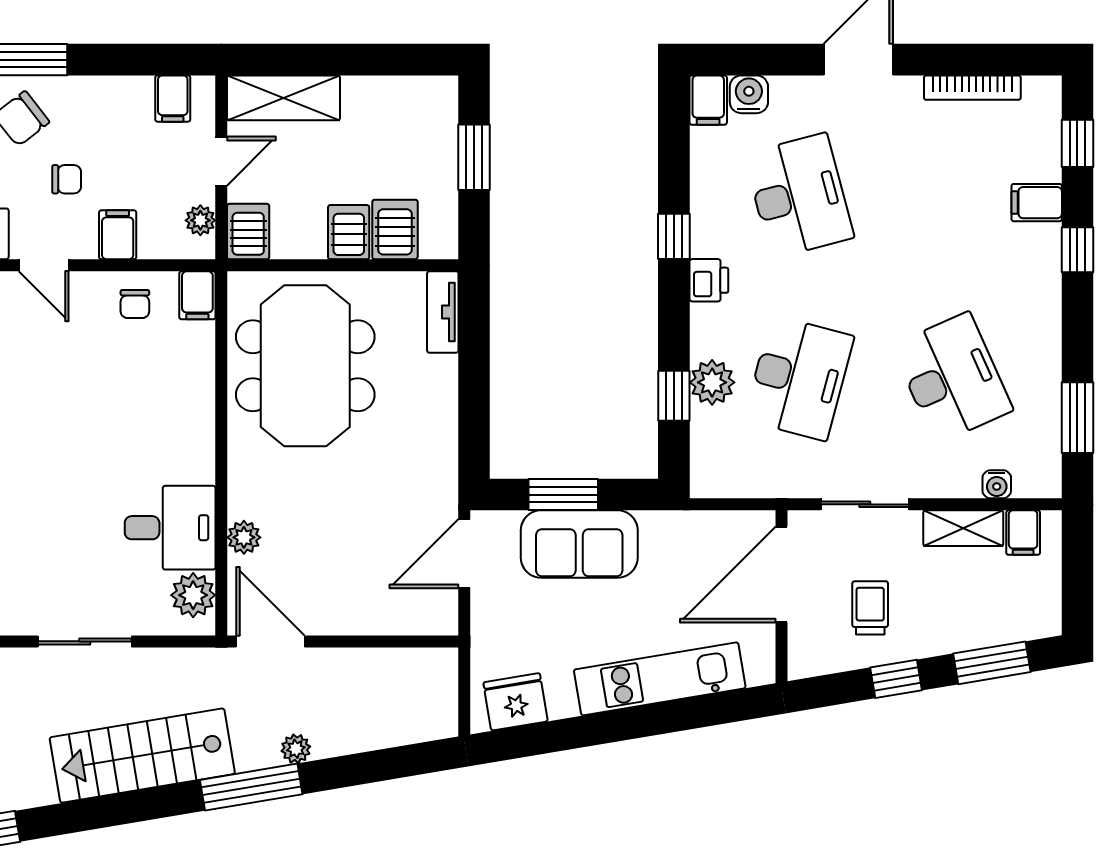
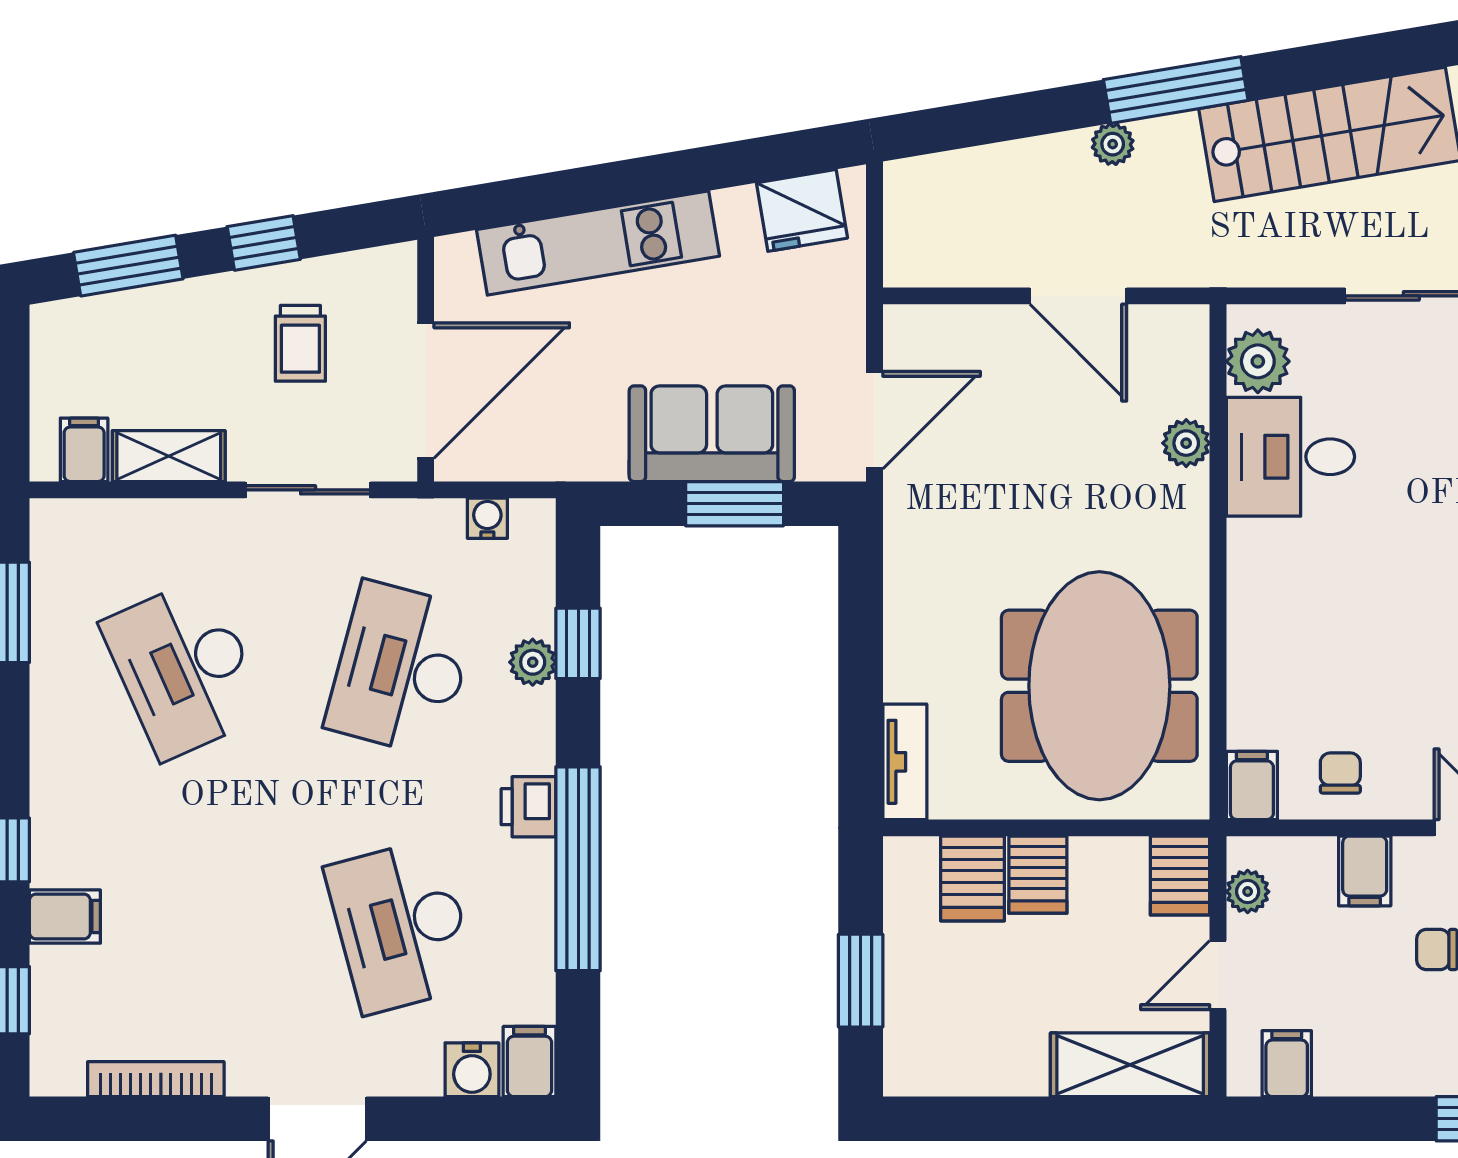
window: (674, 236) -> (578, 869), width x3.17
plant: (712, 382) -> (533, 662), width x0.73, depth x0.73
water cooler: (997, 484) -> (487, 518), moved
door: (270, 641) -> (1078, 296), moved

